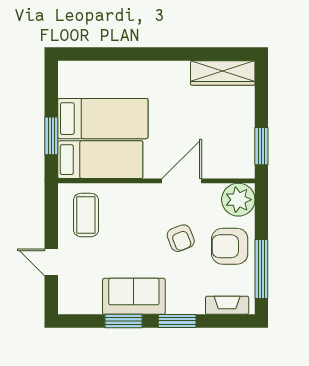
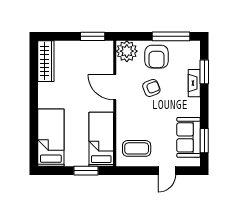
bed: (103, 119) -> (51, 138), moved
sofa: (134, 296) -> (189, 137), moved
fireplace: (227, 305) -> (194, 83), moved
window: (123, 321) -> (204, 141), moved
window: (177, 321) -> (204, 72), moved

